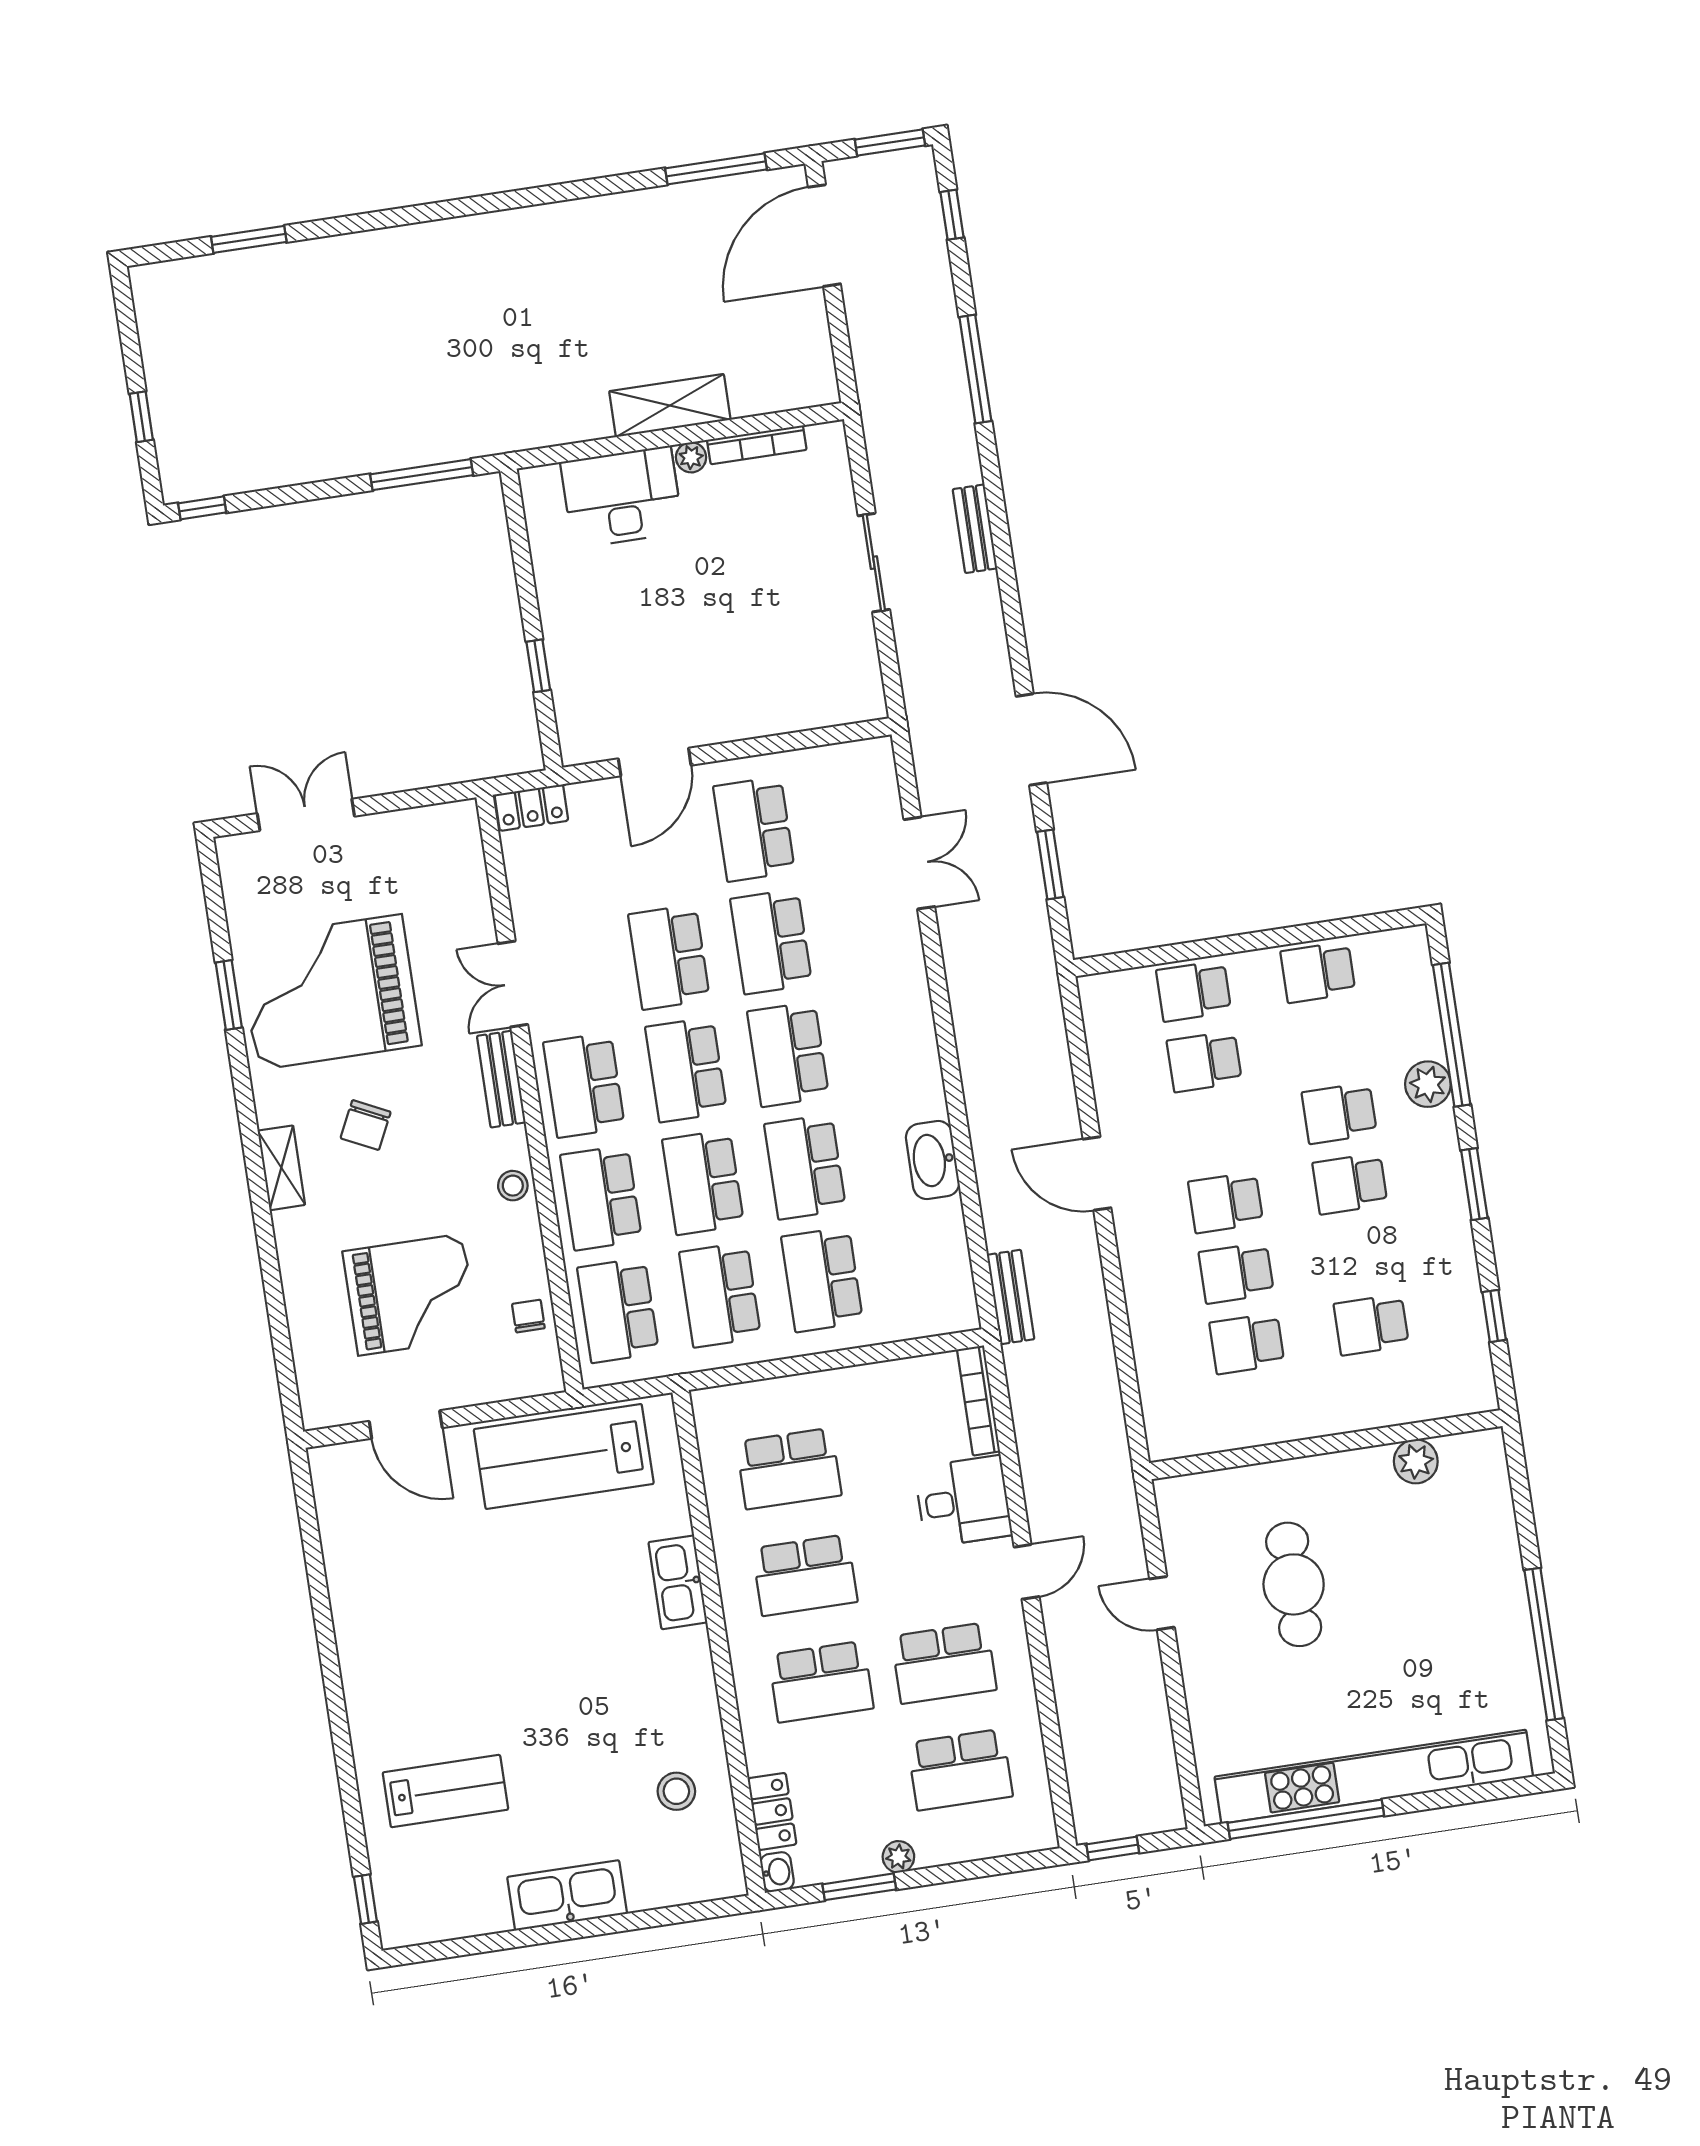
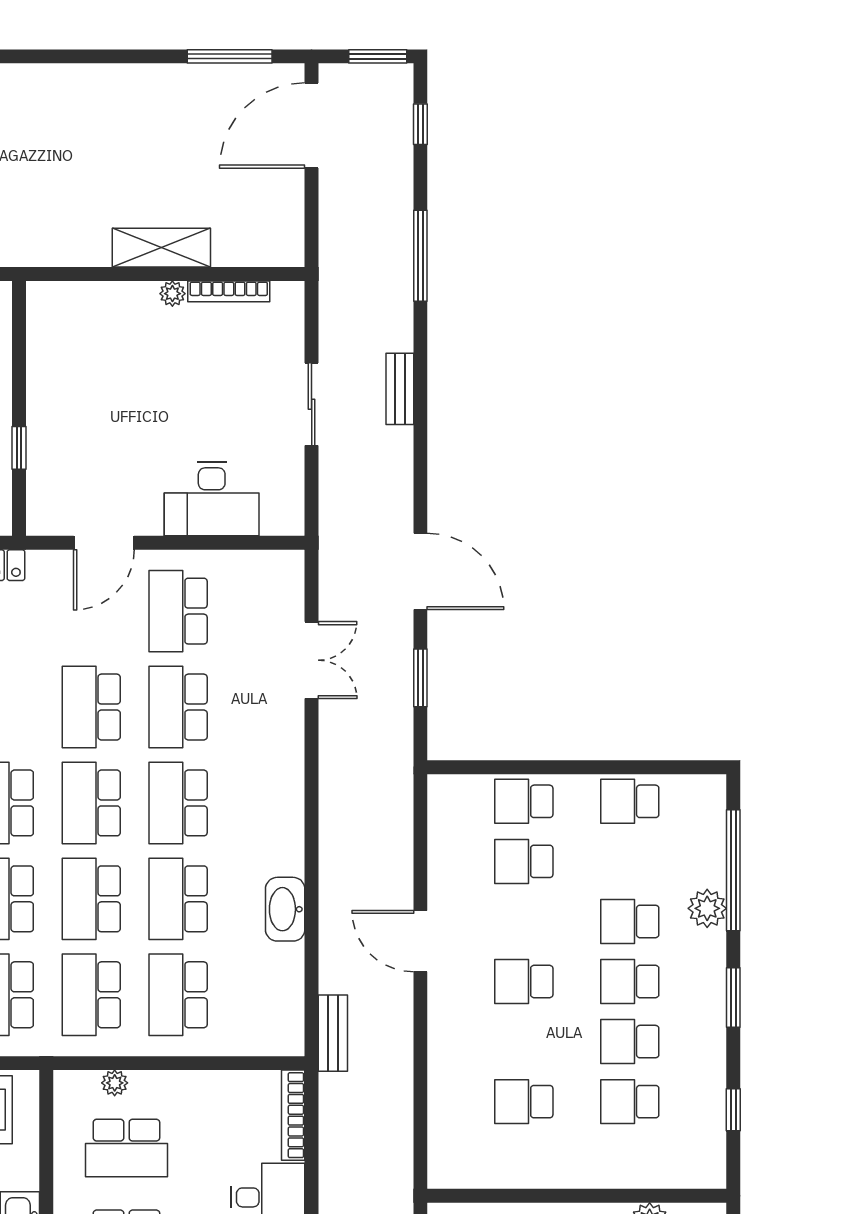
desk: (622, 497) -> (212, 499), moved, turned 180
school desk: (1236, 1273) -> (630, 1042), moved
plant: (763, 1394) -> (115, 1083), added

